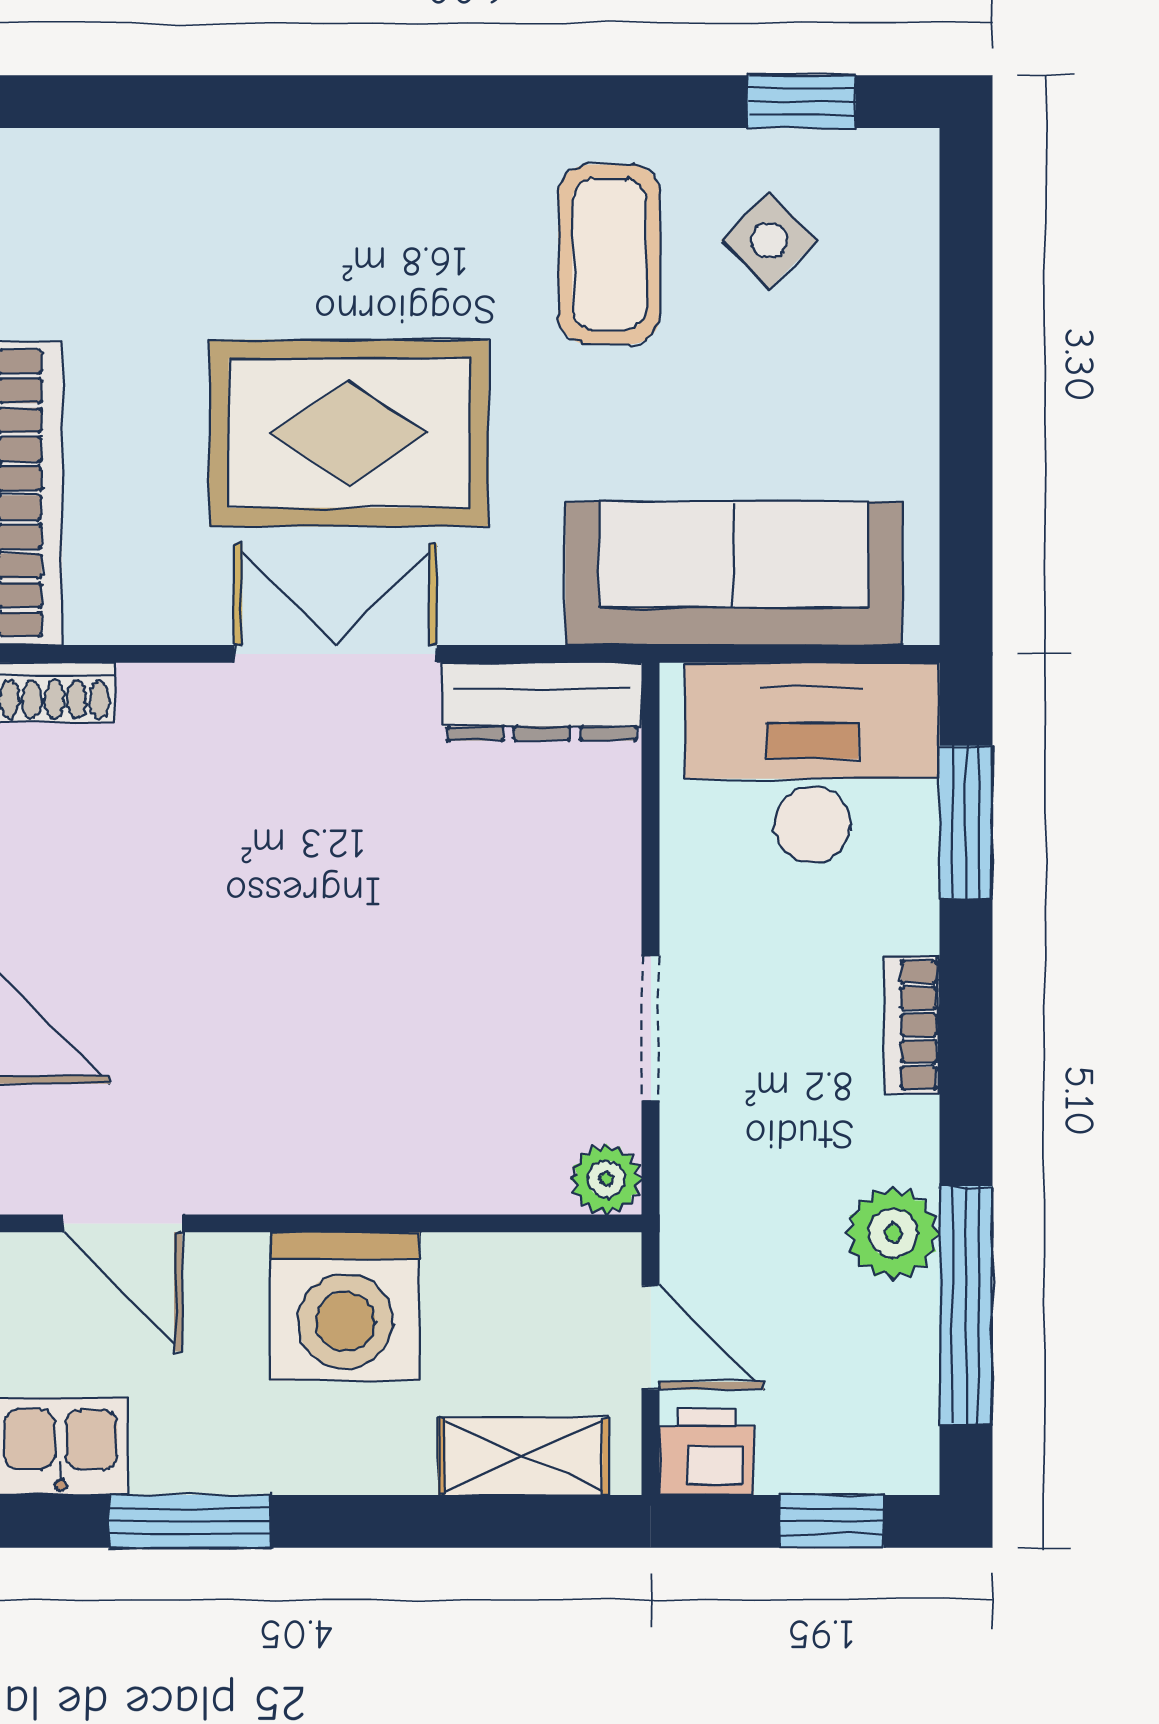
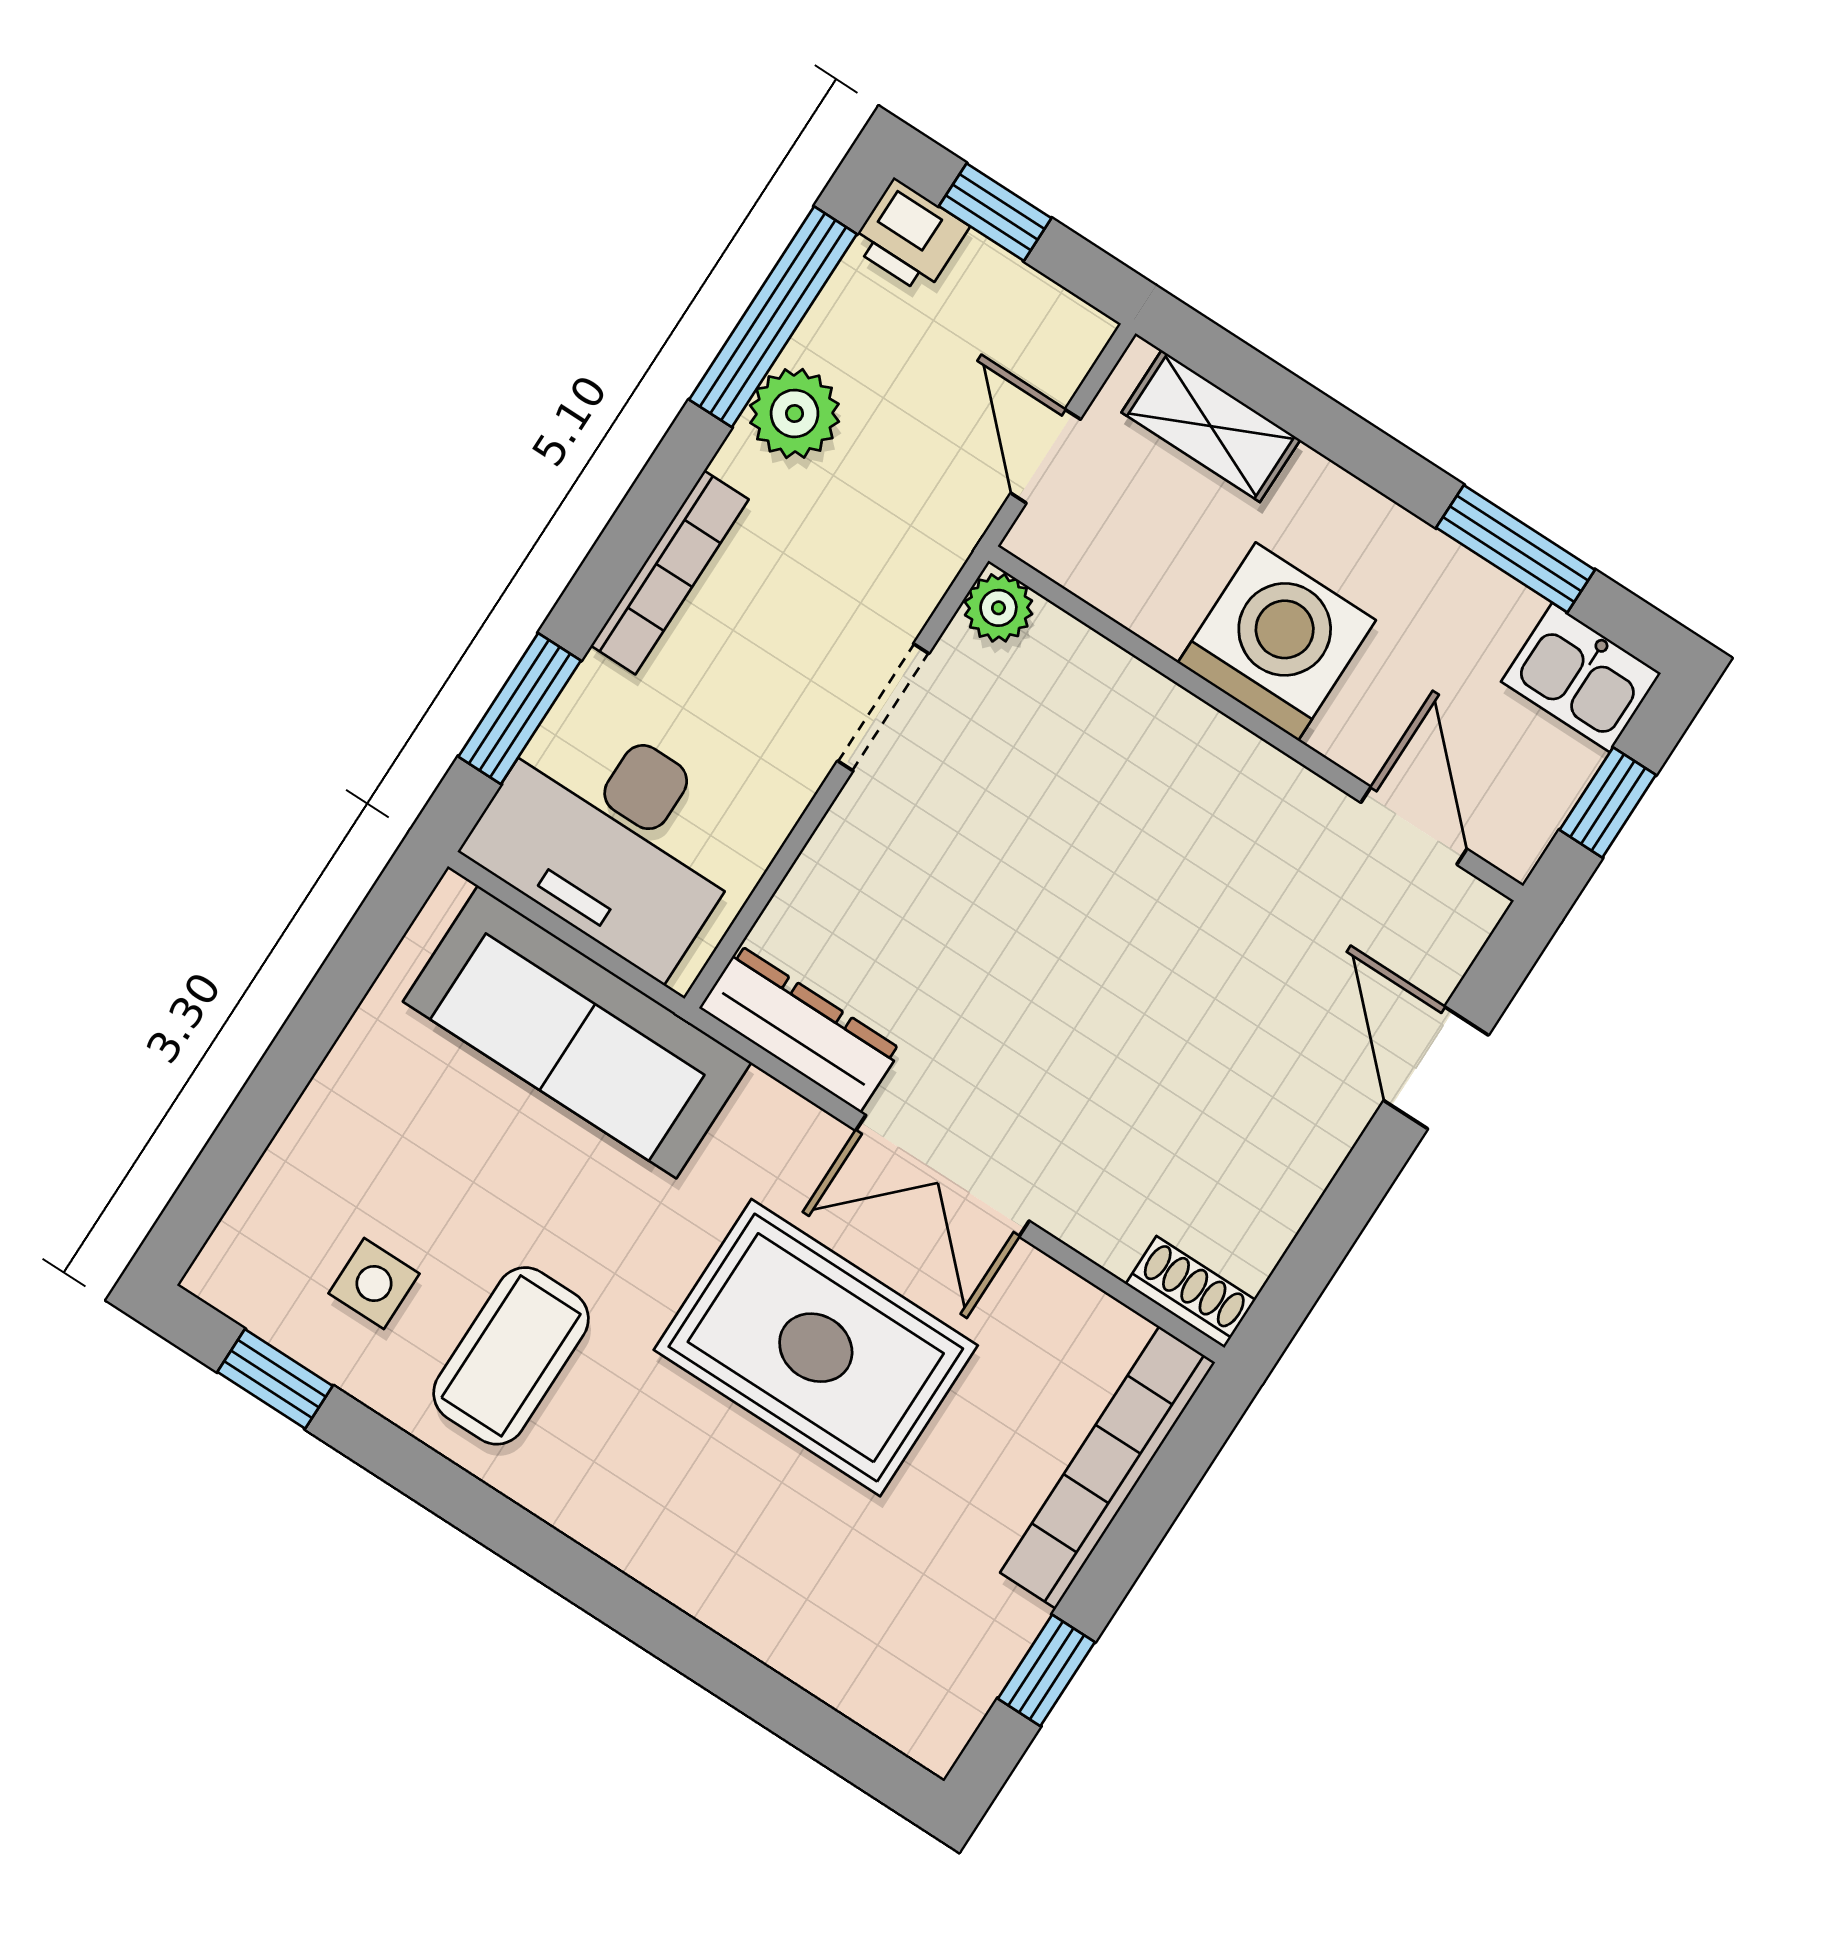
side table: (769, 240) -> (374, 1284), turned 45
bookcase: (912, 1025) -> (670, 572), width x1.56
printer: (706, 1452) -> (910, 236), moved

